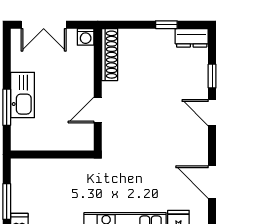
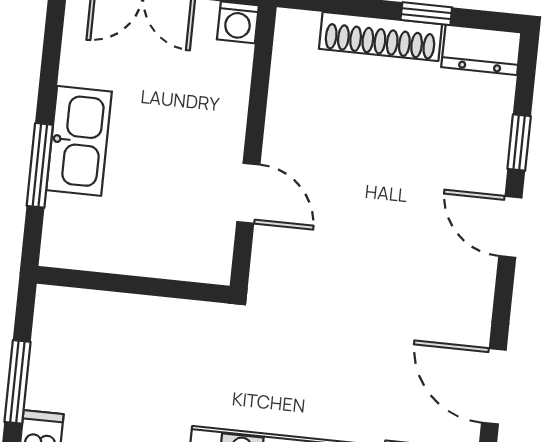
shoe rack: (110, 55) -> (380, 36), moved, turned 90
door: (98, 110) -> (248, 193), swing flipped

